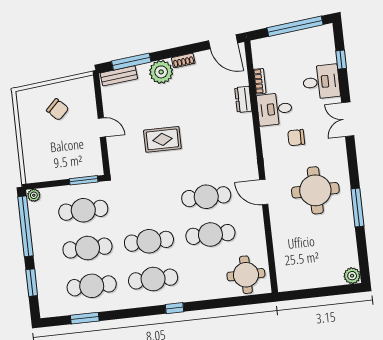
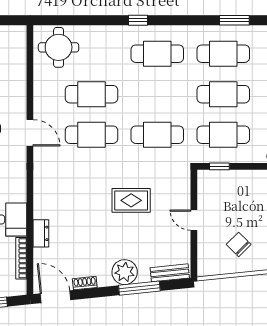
shoe rack: (183, 61) -> (85, 283), moved
window: (131, 62) -> (139, 288), moved
bookcase: (260, 81) -> (21, 258), width x1.56
window: (84, 180) -> (219, 166), width x0.67
cafe table: (149, 241) -> (157, 135), moved

